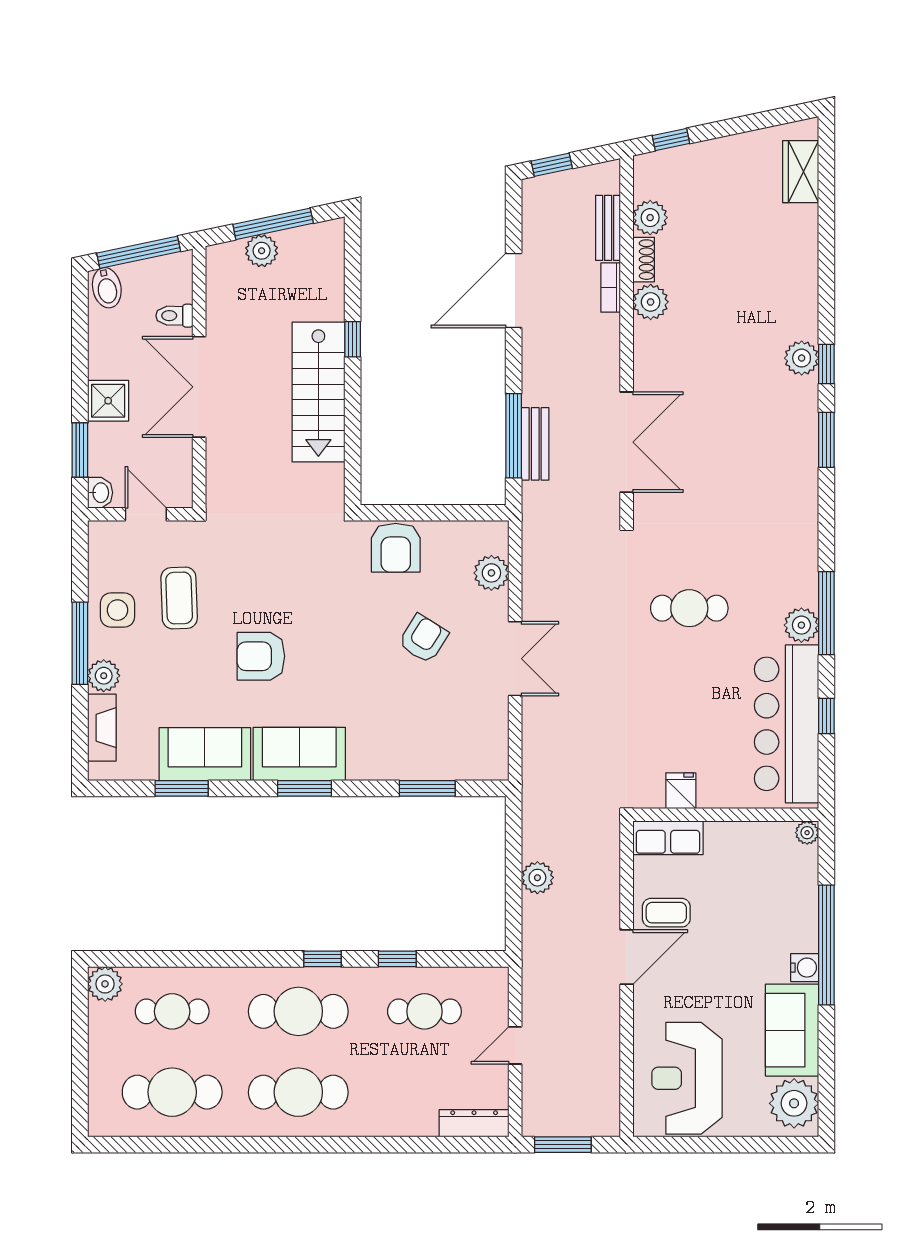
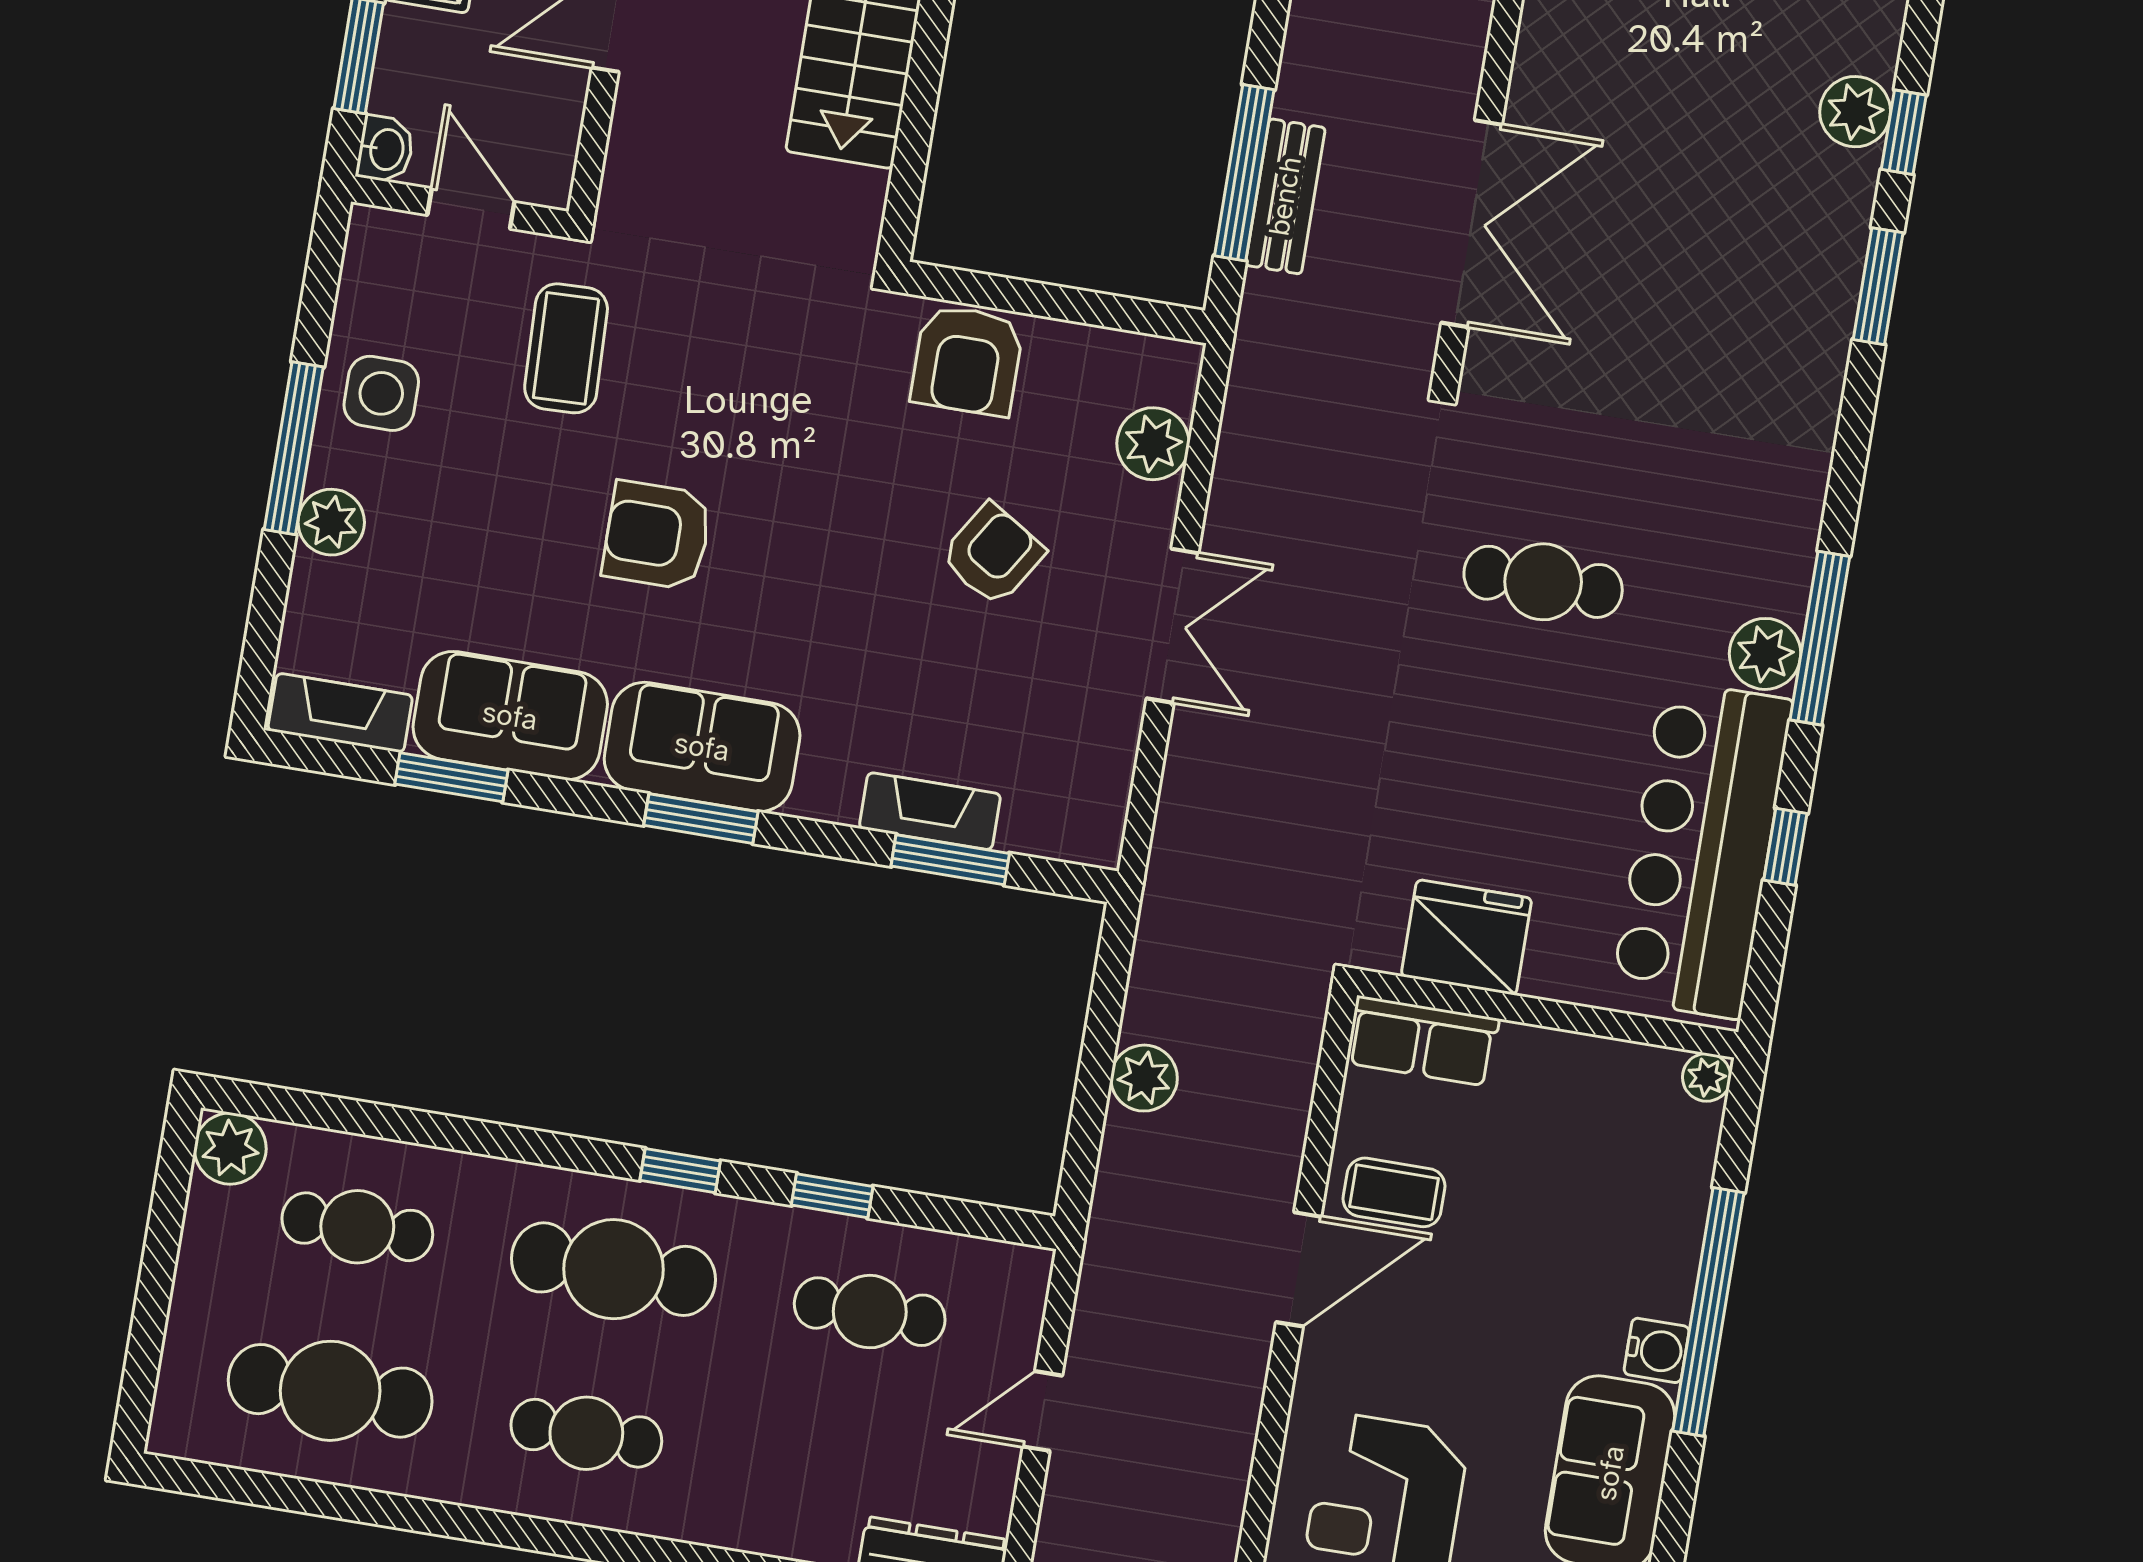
coffee table: (179, 598) -> (566, 348), moved
fireplace: (102, 728) -> (340, 713), moved, turned -90
fireplace: (414, 767) -> (930, 811), added
fridge: (681, 791) -> (1466, 937), width x1.88, depth x1.34
cafe table: (298, 1092) -> (586, 1433), width x0.73, depth x0.74

